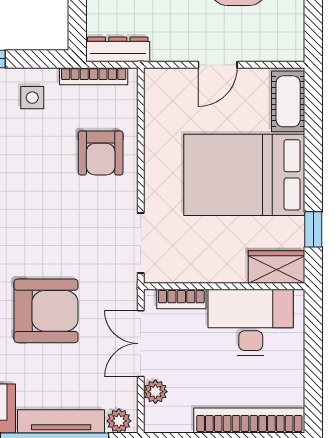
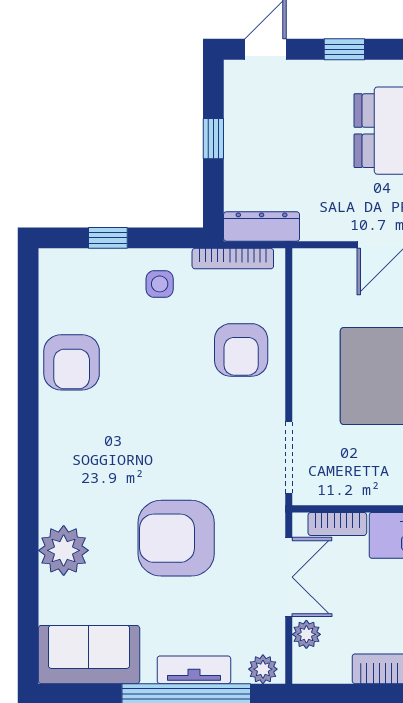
armchair: (46, 311) -> (176, 538), turned 180
double door: (141, 344) -> (289, 577), swing flipped
tv unit: (61, 421) -> (194, 670), width x0.71

